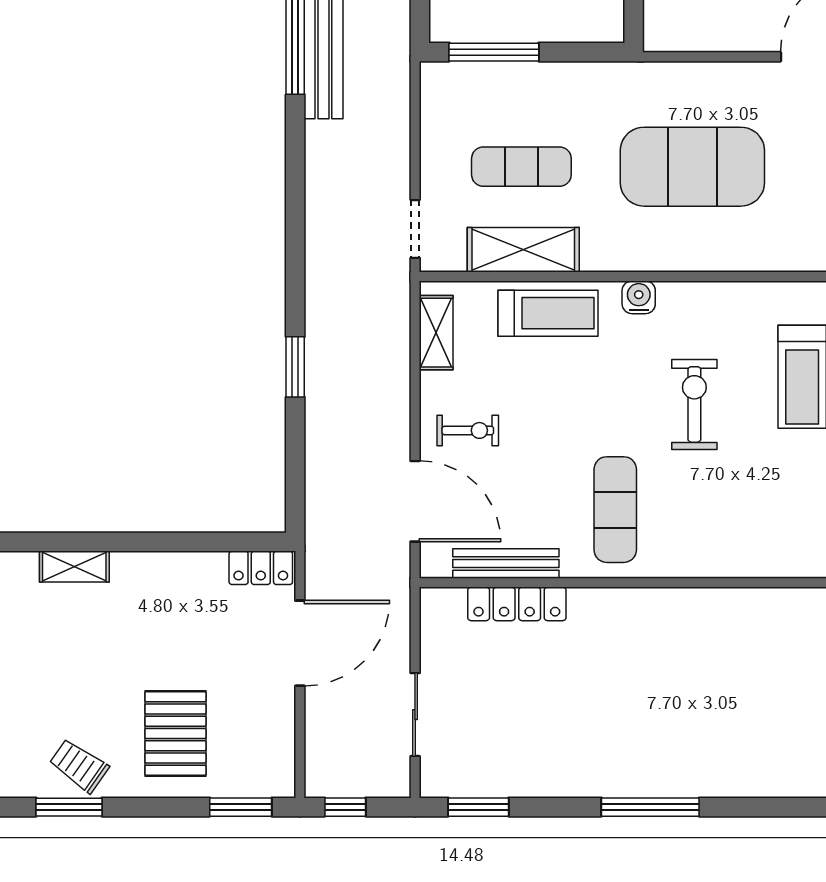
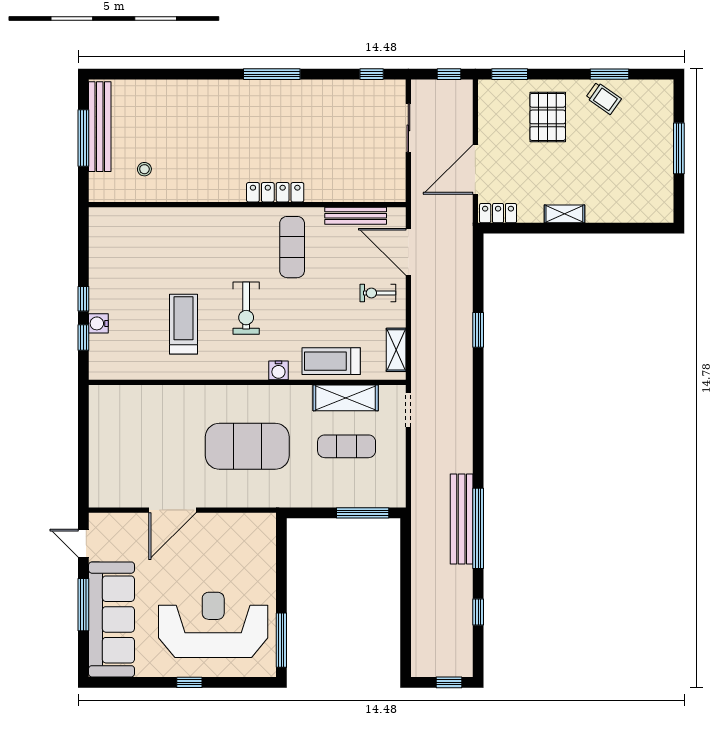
shelving: (74, 567) -> (564, 214), moved
locker: (517, 604) -> (275, 192), moved
window: (478, 807) -> (372, 74), width x0.67

